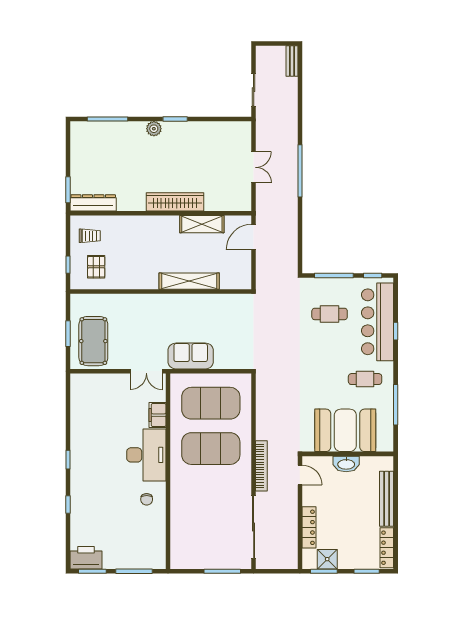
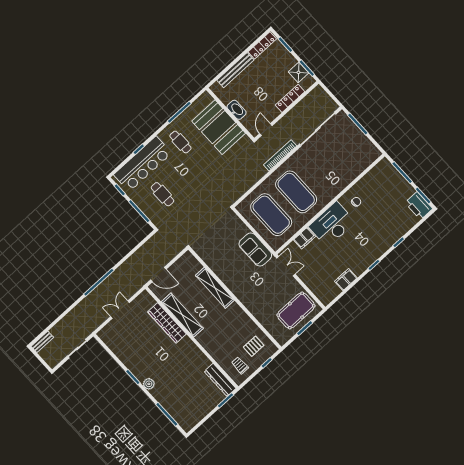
wardrobe: (175, 202) -> (167, 323), moved
shelving: (202, 224) -> (182, 315), width x1.47
filing cabinet: (79, 418) -> (346, 280), added

